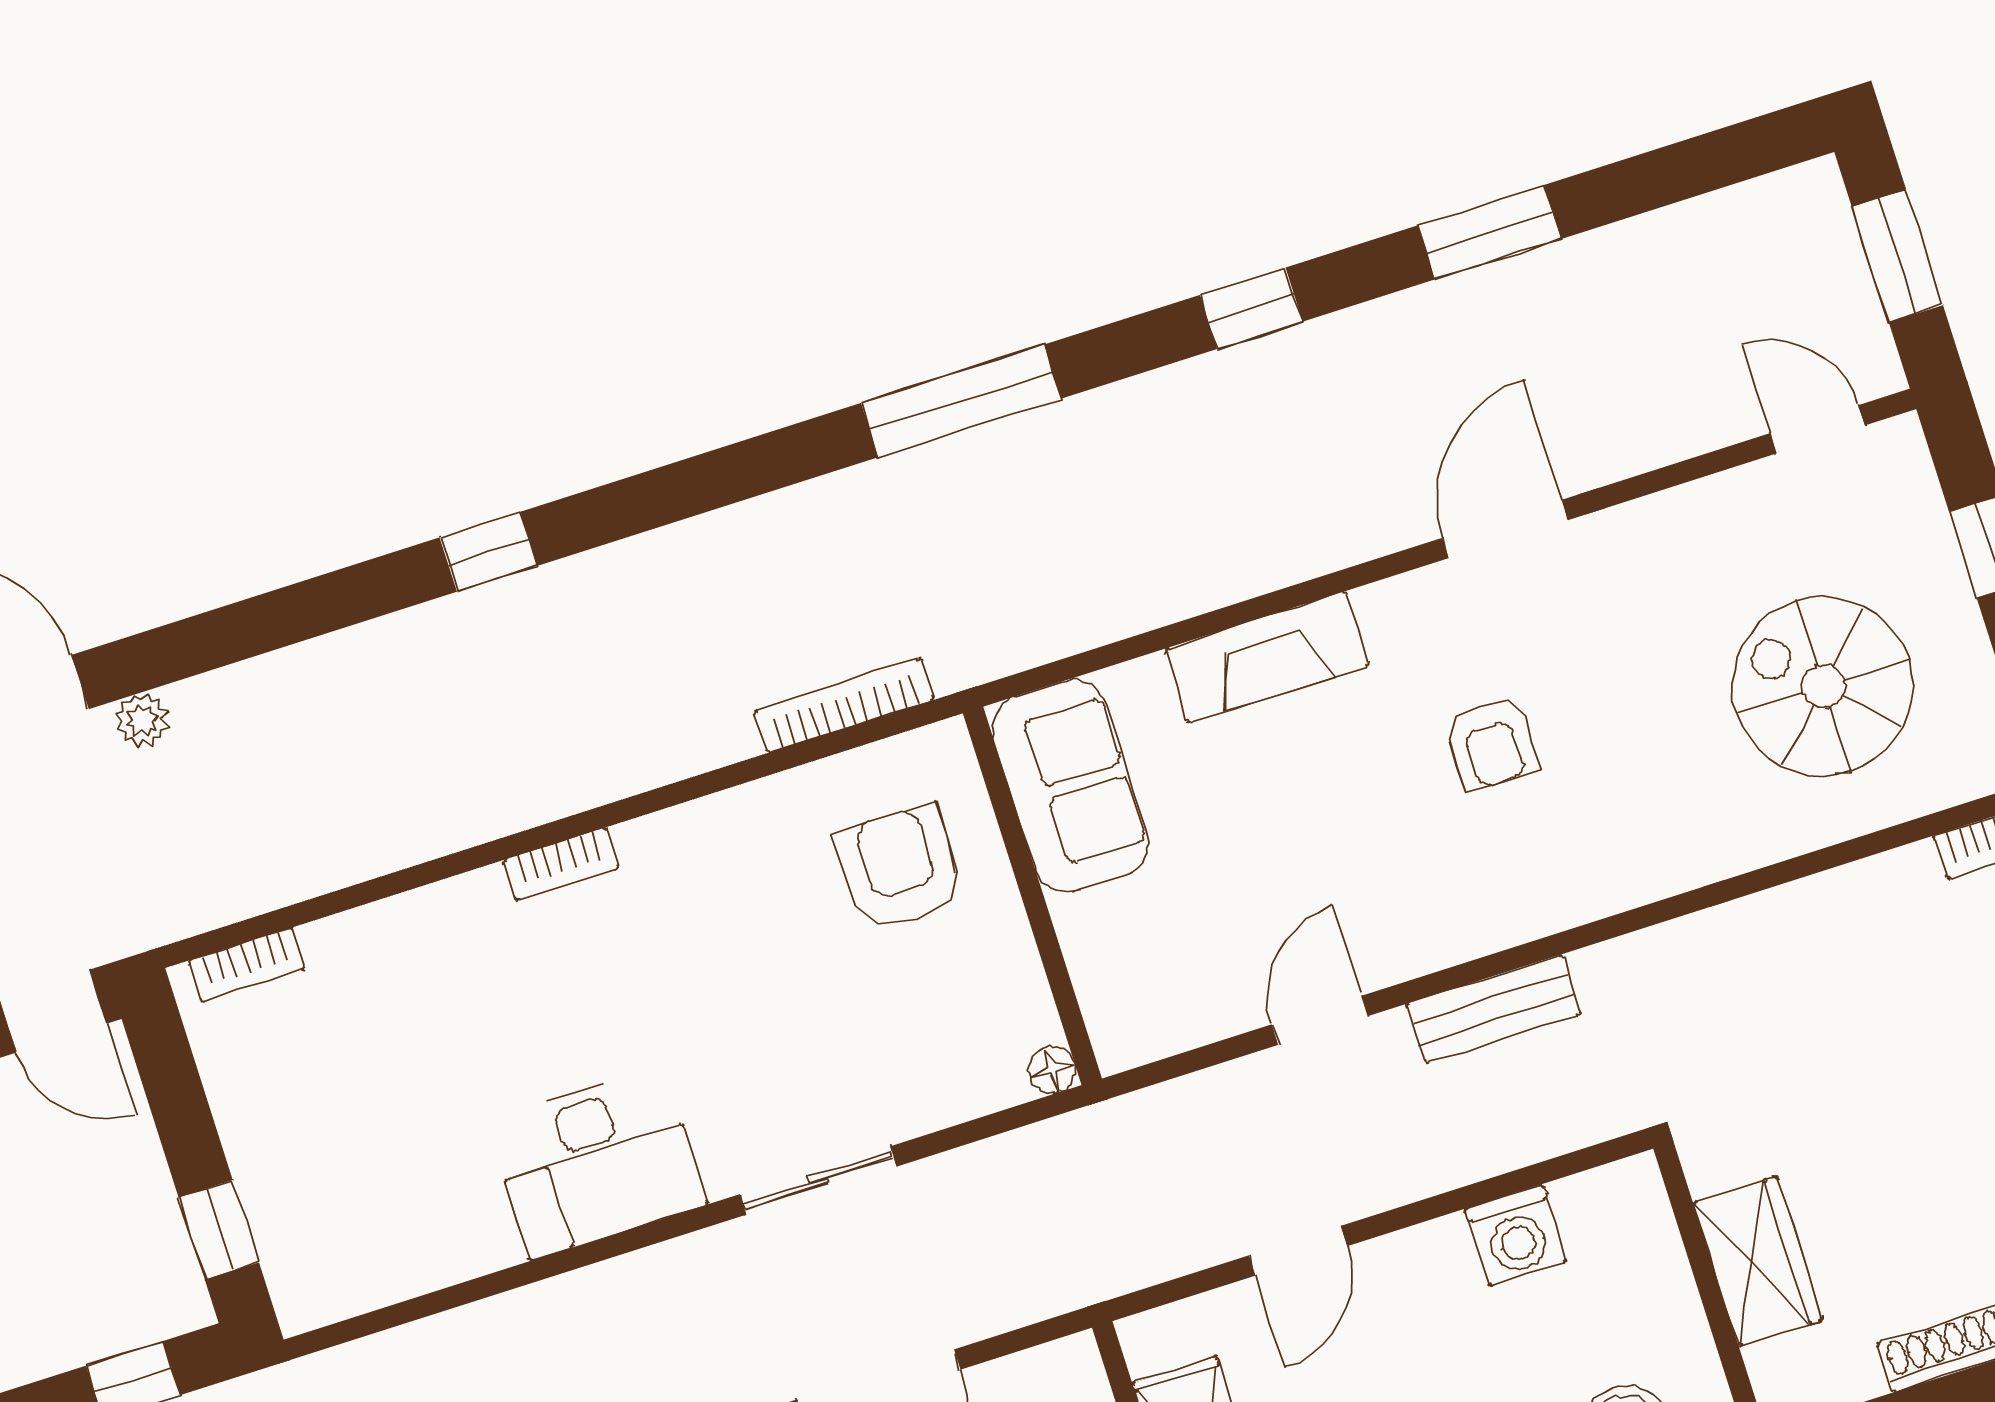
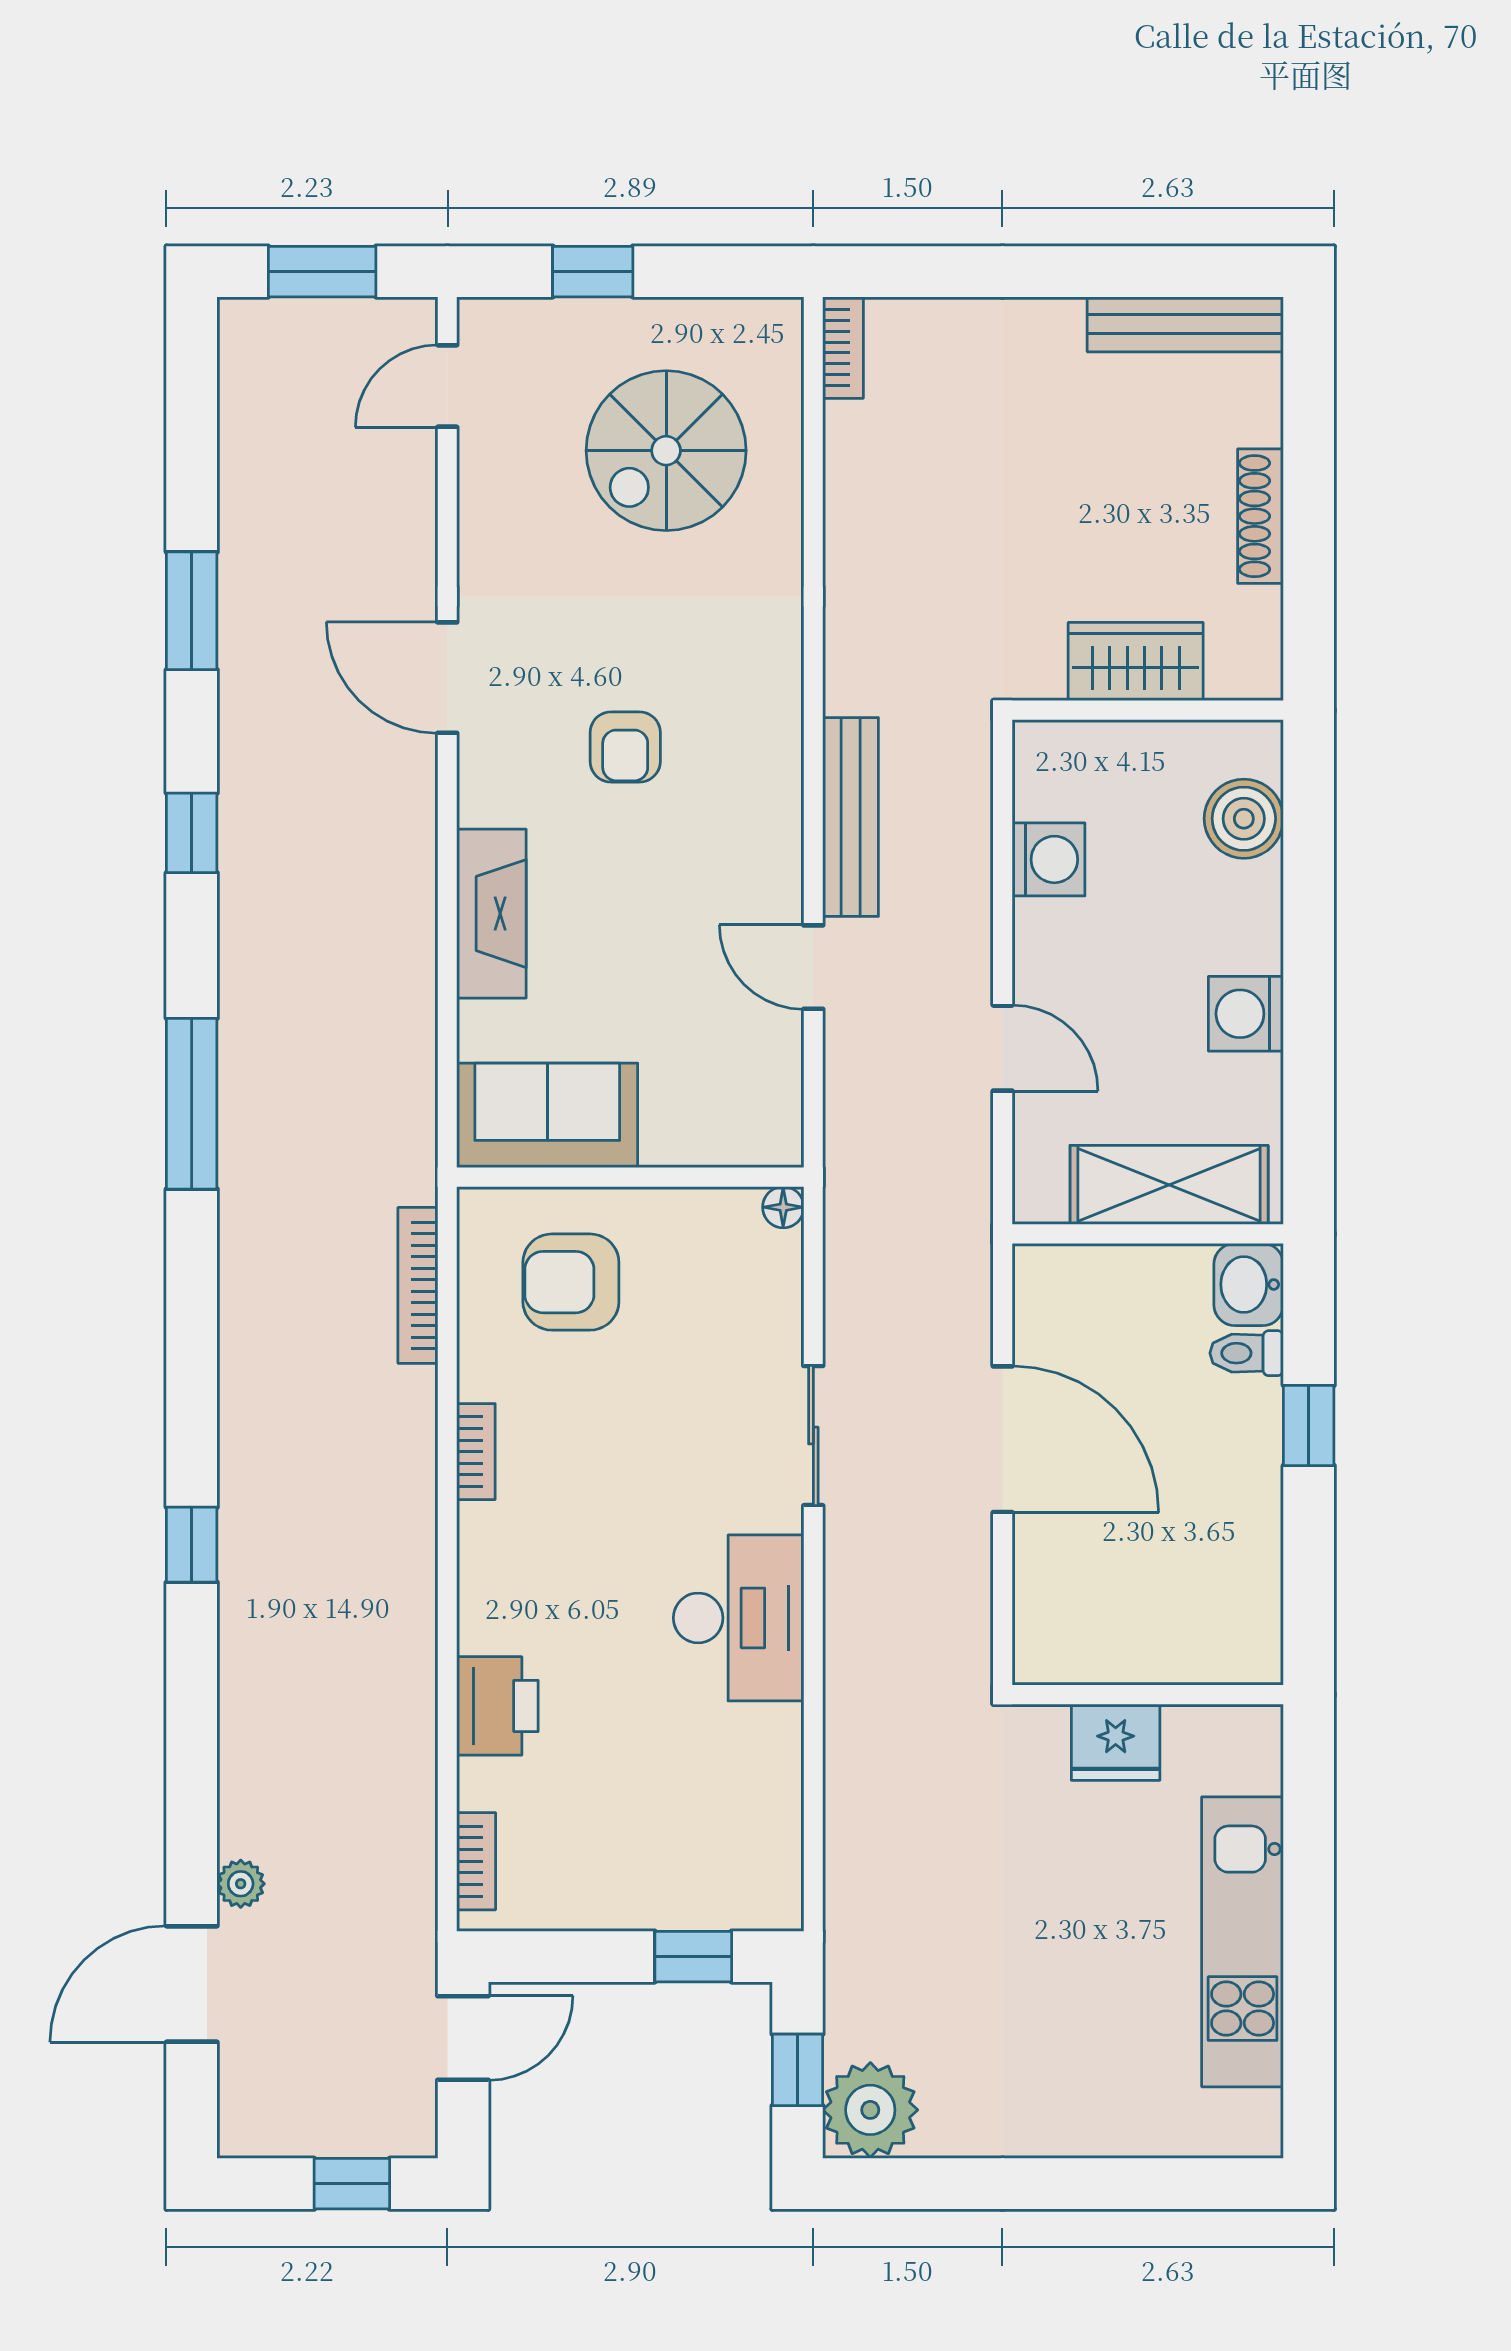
armchair: (1492, 743) -> (625, 747), turned 90
bookcase: (561, 864) -> (476, 1452), moved
printer: (420, 934) -> (497, 1706), added
bench: (1494, 1009) -> (851, 817), width x1.36

